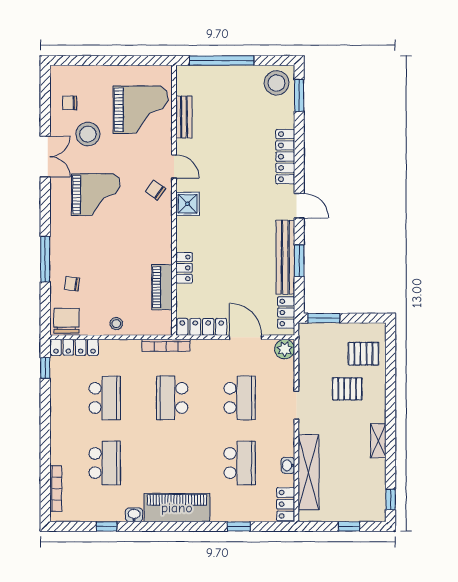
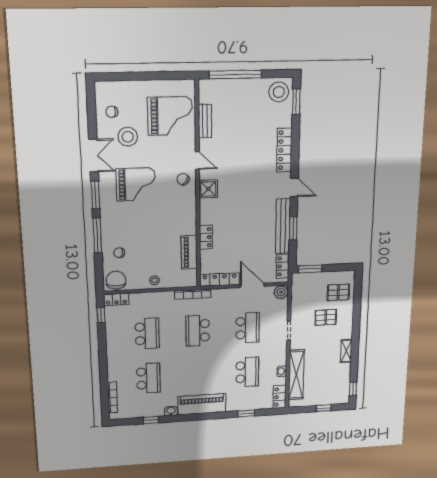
window: (45, 207) -> (95, 195), added
locker: (74, 347) -> (116, 299), width x0.66

